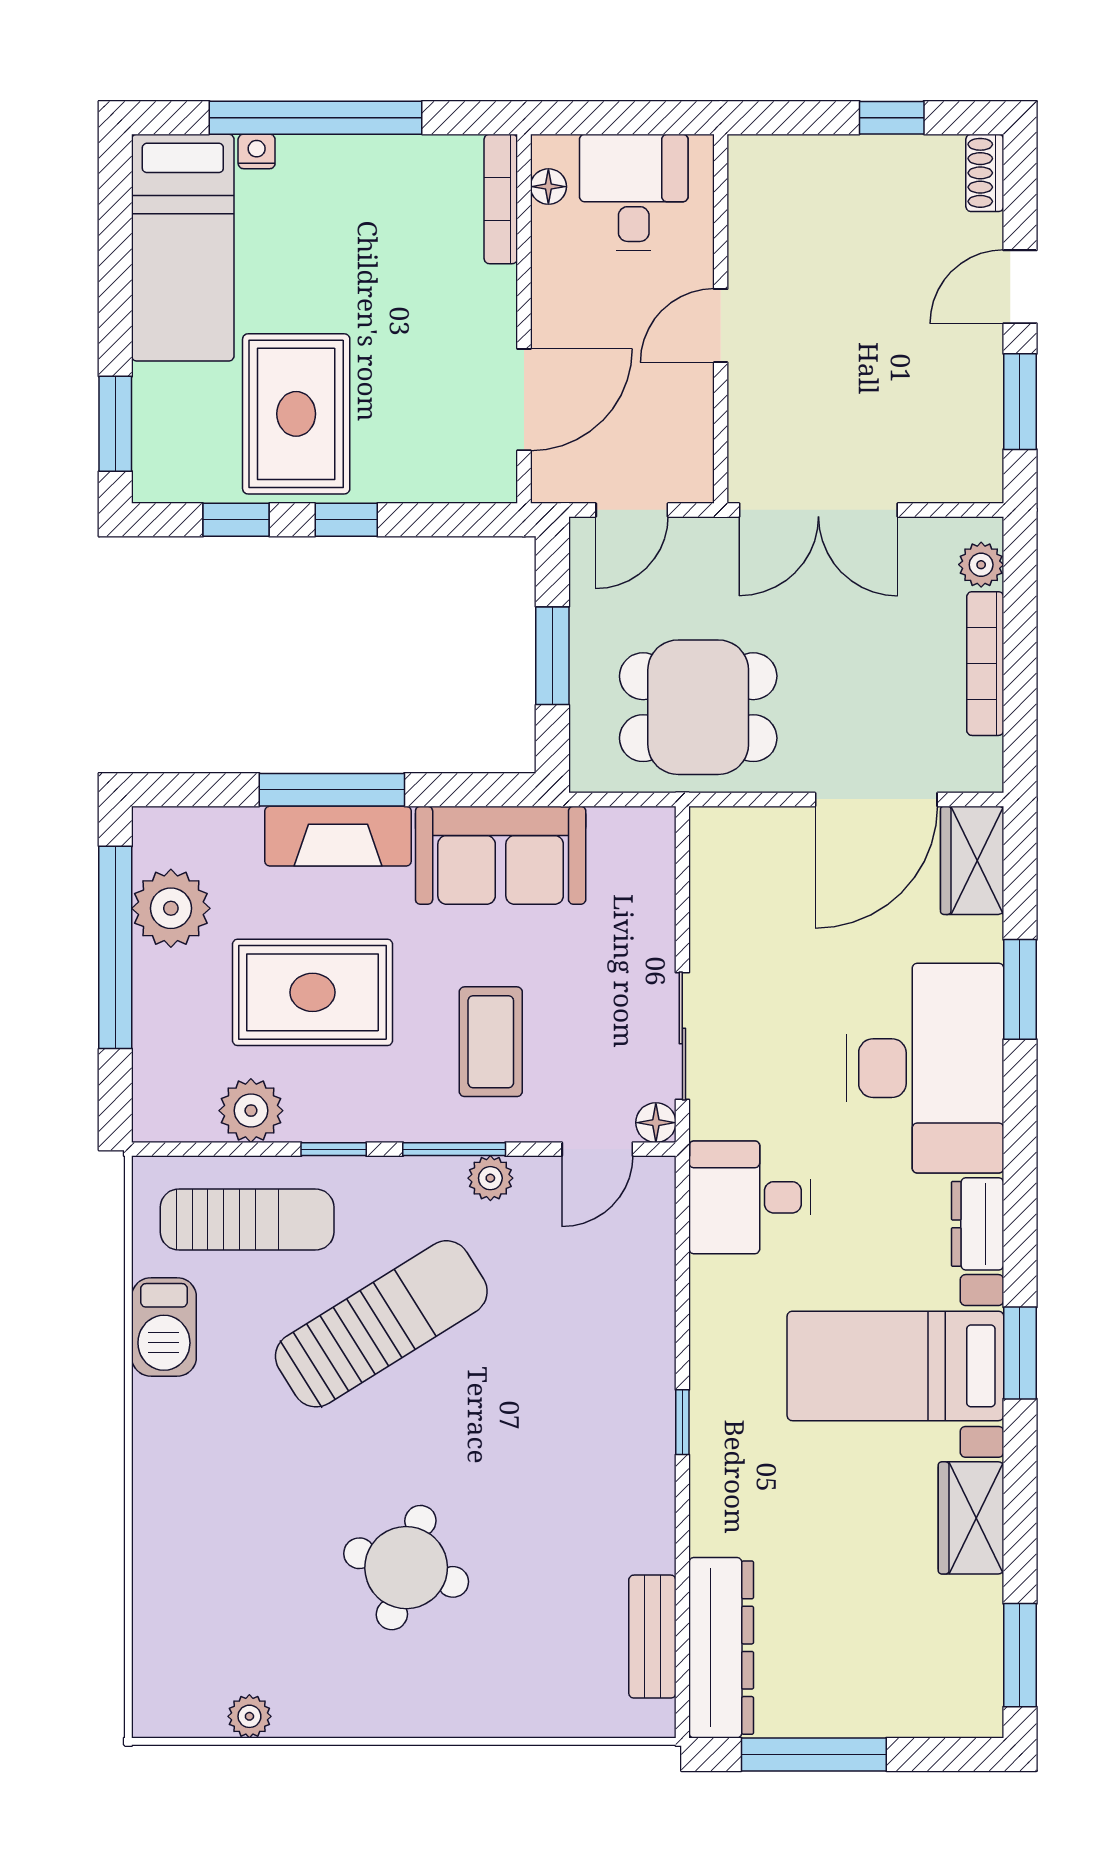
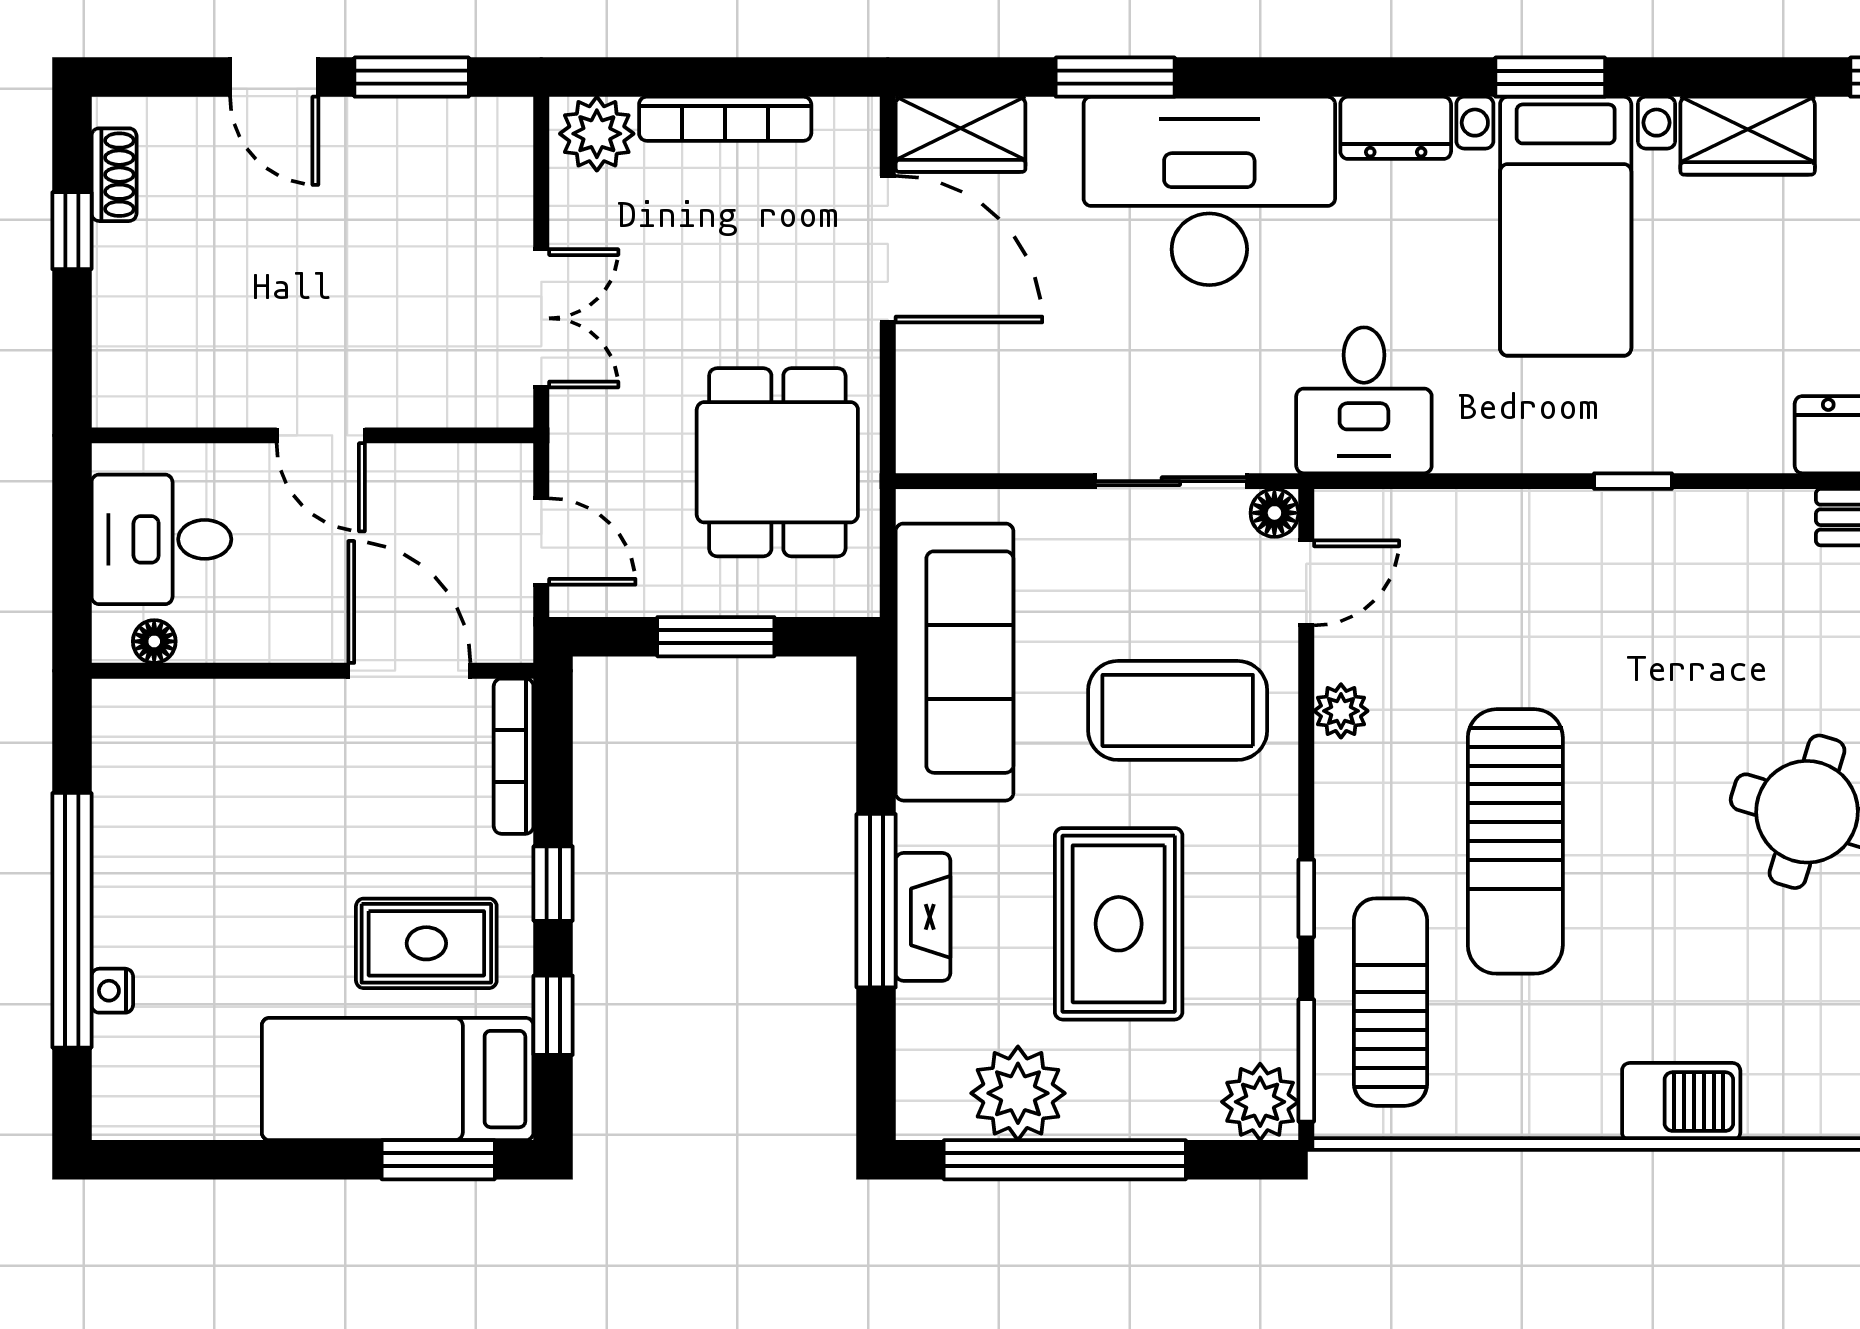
shoe rack: (985, 173) -> (114, 175), moved, turned -90
bookcase: (501, 199) -> (514, 756), moved, turned 90
bed: (183, 248) -> (398, 1079), moved, turned 180
rug: (296, 414) -> (426, 943), width x0.73, depth x0.70
double door: (818, 510) -> (541, 318), width x0.73
plant: (981, 565) -> (597, 134), width x1.38, depth x1.38
fireplace: (338, 836) -> (923, 917), width x0.73, depth x0.76
sofa: (501, 855) -> (954, 662), width x1.36
coffee table: (491, 1042) -> (1178, 710), width x1.36, depth x1.32
plant: (251, 1111) -> (1260, 1102), moved
window: (454, 1149) -> (1306, 1060), moved
door: (597, 1149) -> (1306, 583), hinge flipped
sun lounger: (381, 1324) -> (1515, 841), turned -148
barbecue: (164, 1327) -> (1681, 1102), moved

